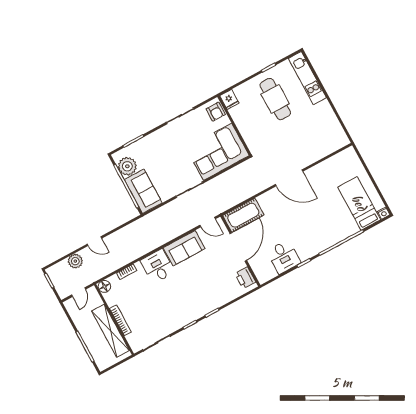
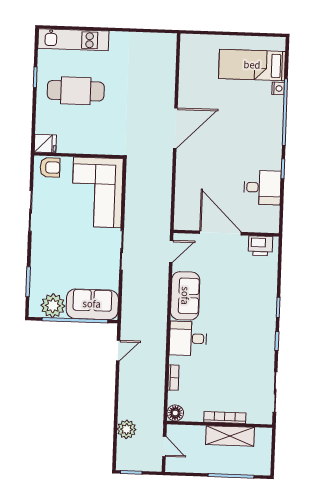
nightstand: (384, 213) -> (278, 88), moved
cot: (243, 215) -> (187, 206), removed
door: (94, 241) -> (118, 351), moved
shelving: (110, 331) -> (230, 436), width x0.68

